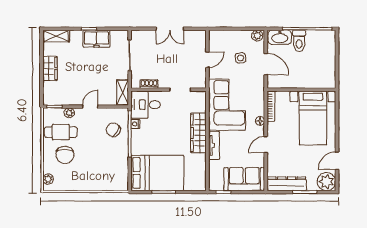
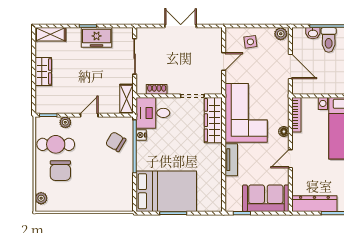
double door: (170, 29) -> (181, 26), swing flipped
washbasin: (280, 37) -> (313, 33), width x0.52, depth x0.69
side table: (241, 58) -> (250, 42), moved
wardrobe: (198, 133) -> (213, 120), moved

